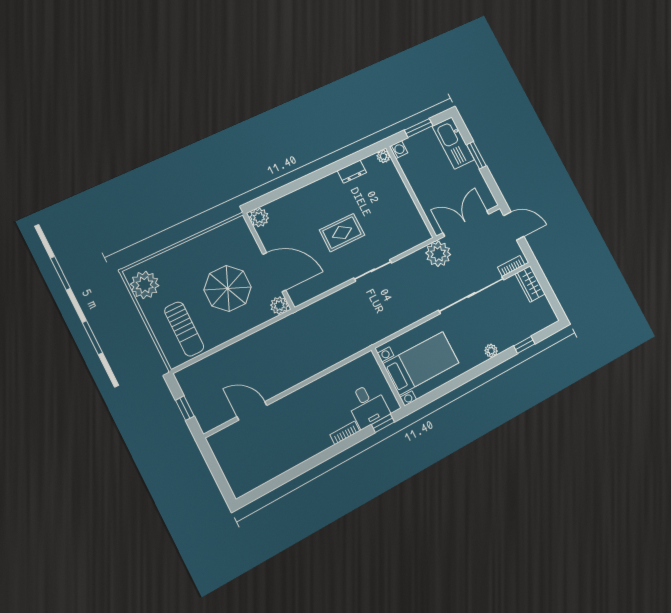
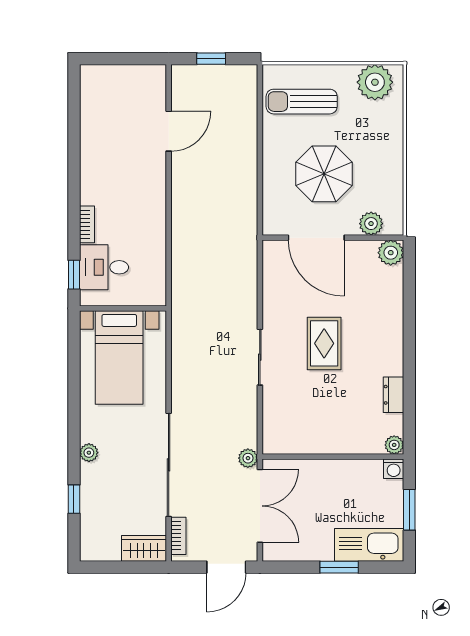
plant: (438, 254) -> (248, 458), width x0.53, depth x0.53
door: (274, 272) -> (316, 238), hinge flipped
plant: (279, 306) -> (371, 224), moved

